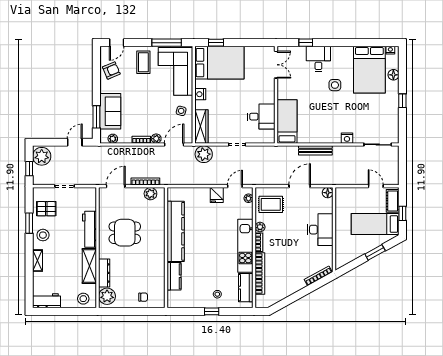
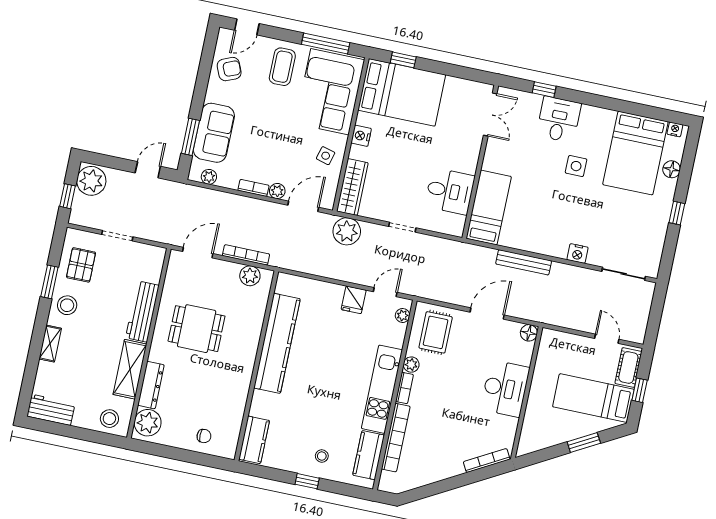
rug: (271, 204) -> (436, 332), turned 90
pallet: (46, 209) -> (81, 265), turned 90
kitchen counter: (174, 276) -> (254, 440), moved

